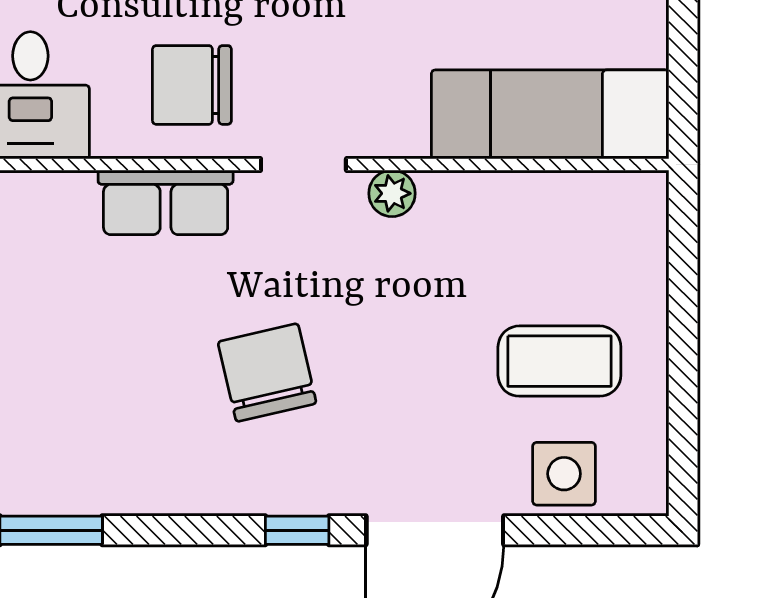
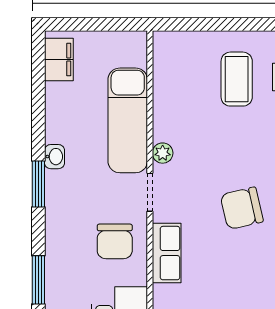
exam couch: (550, 114) -> (128, 120), moved

